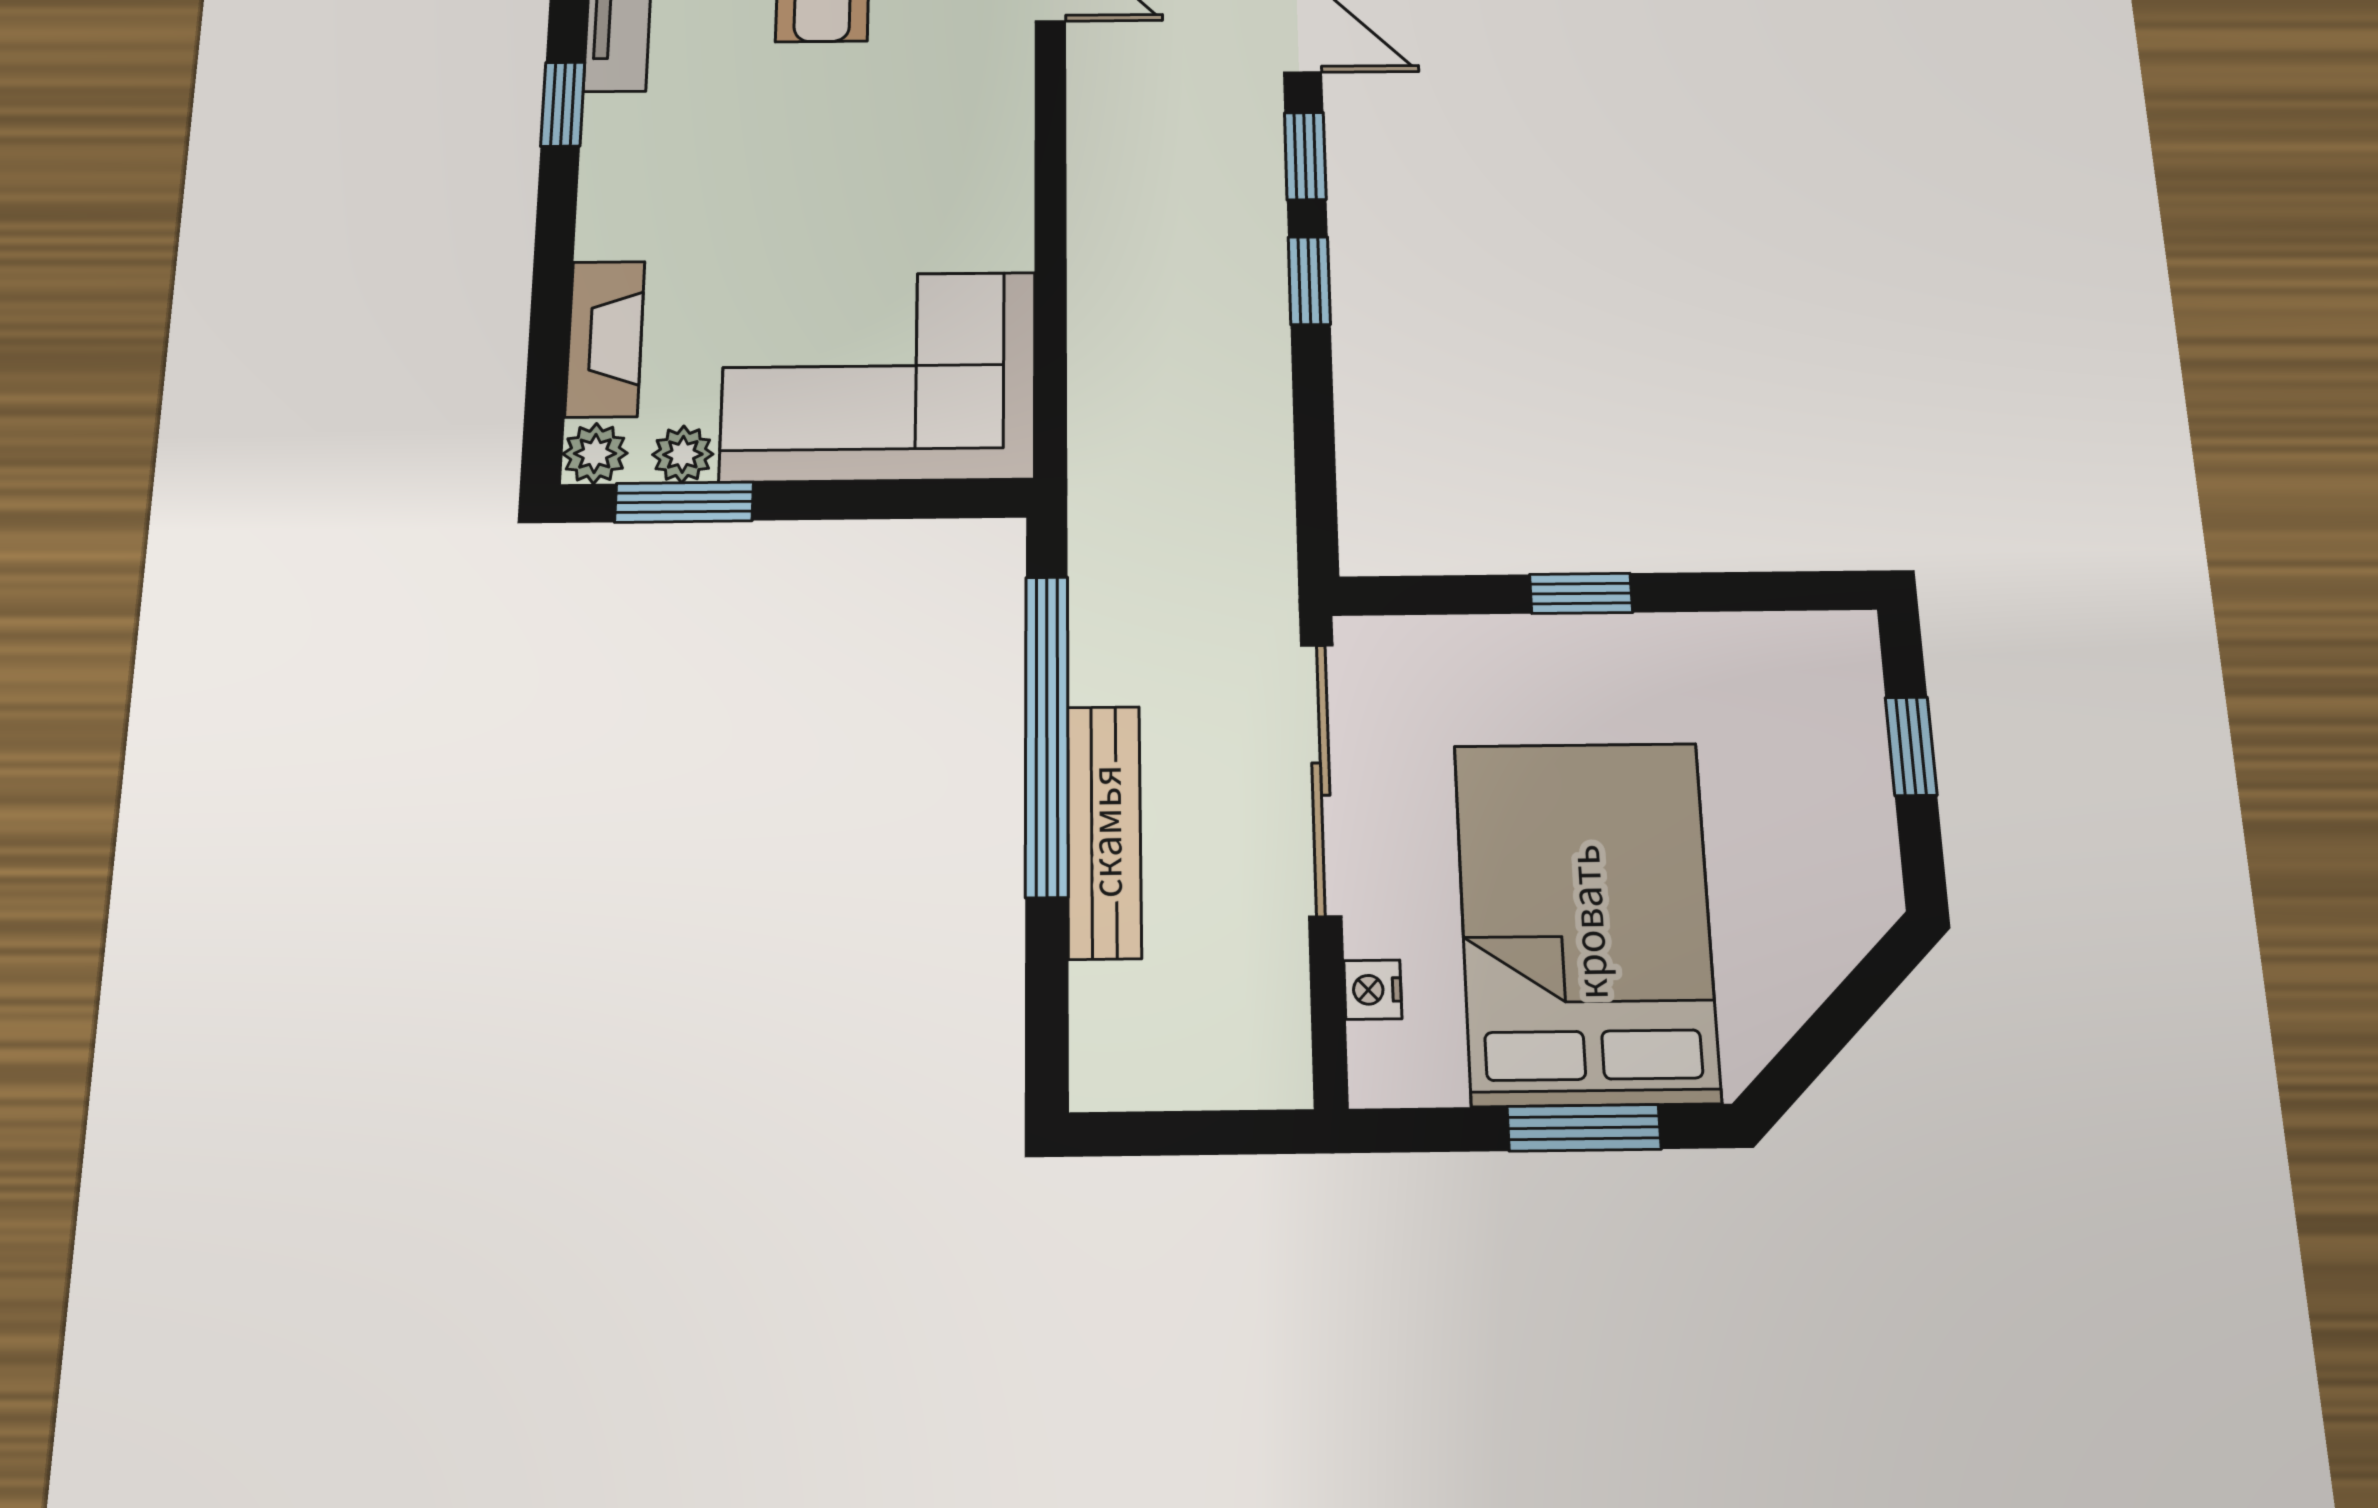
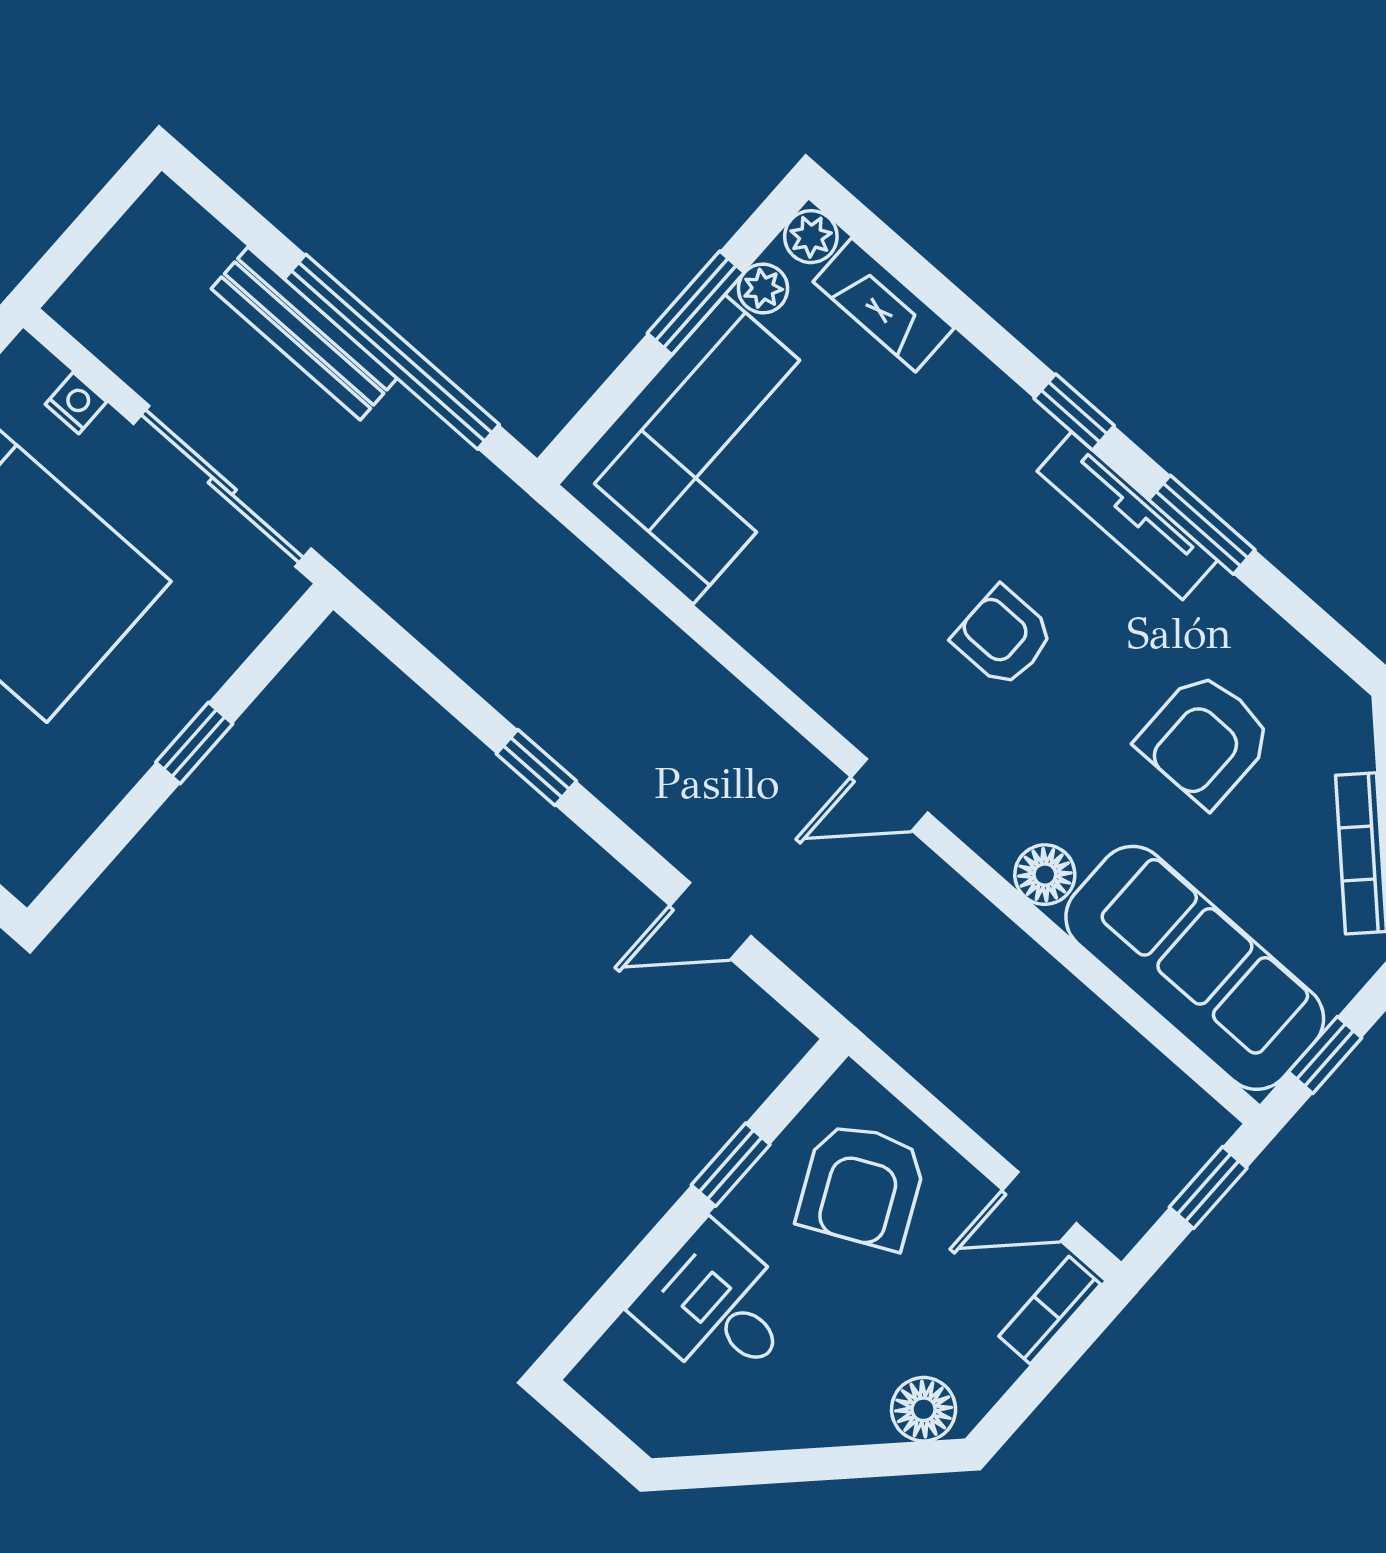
window: (1305, 156) -> (621, 842), removed
window: (684, 502) -> (696, 303), moved

